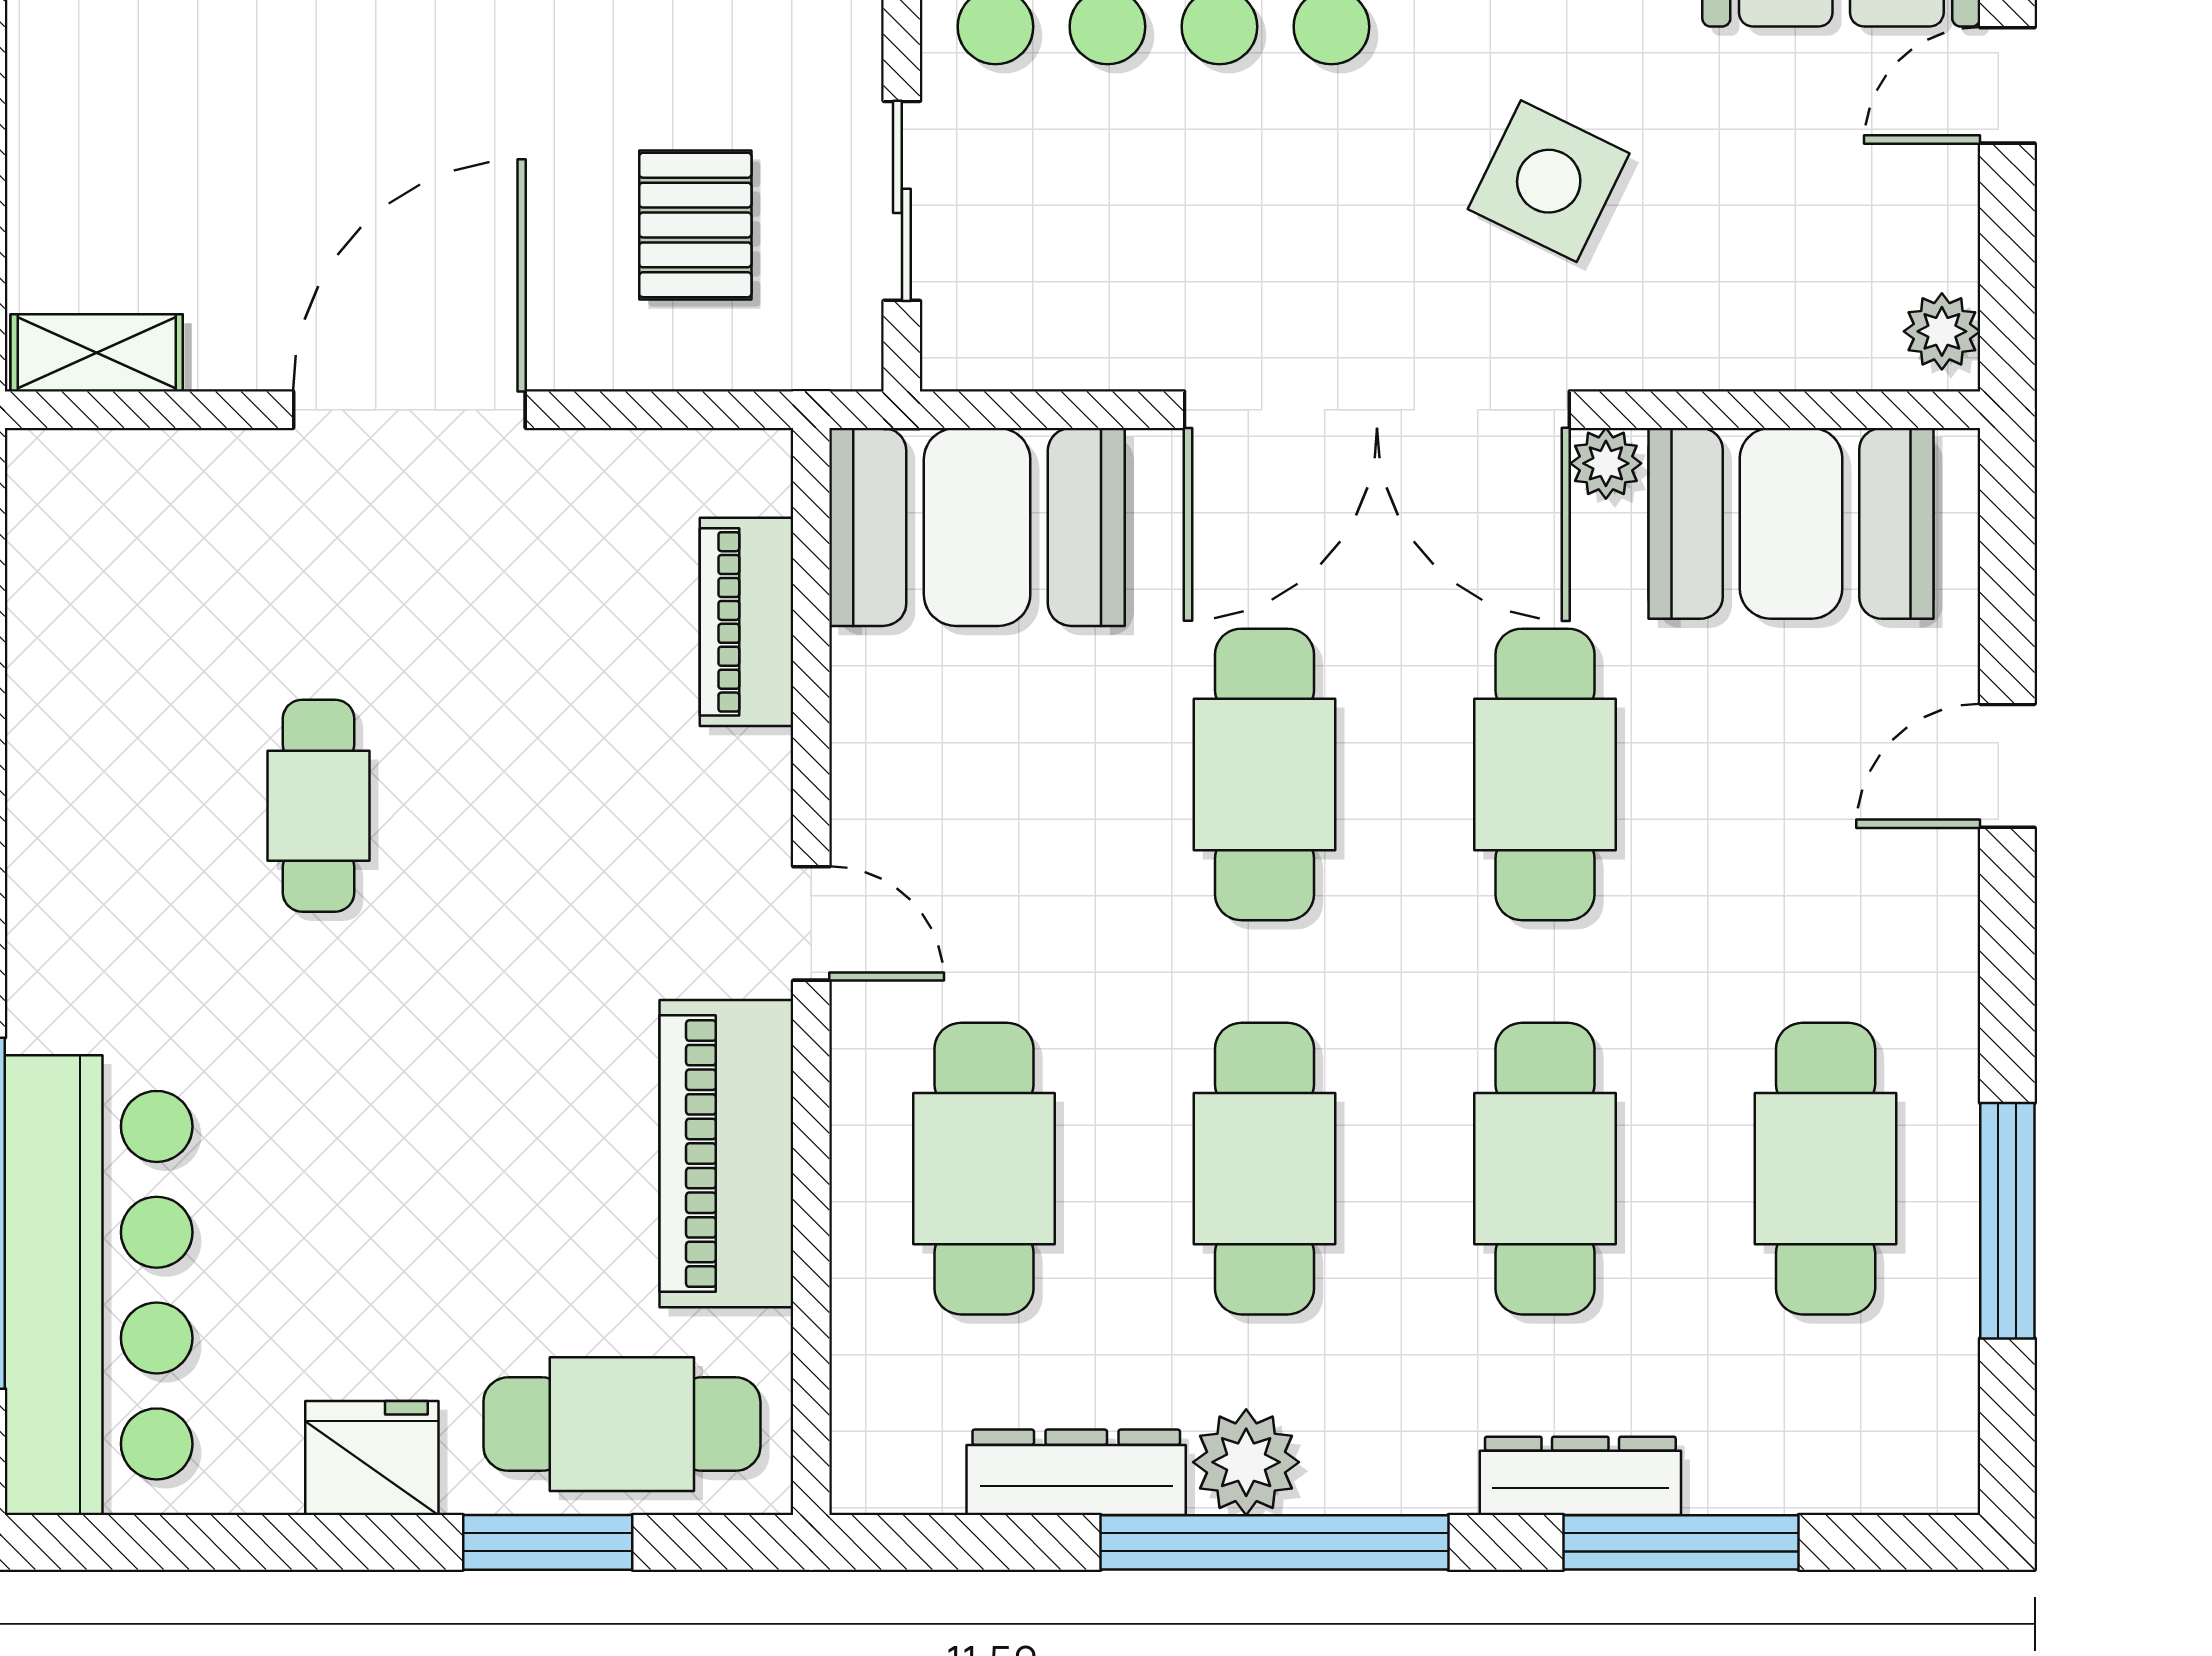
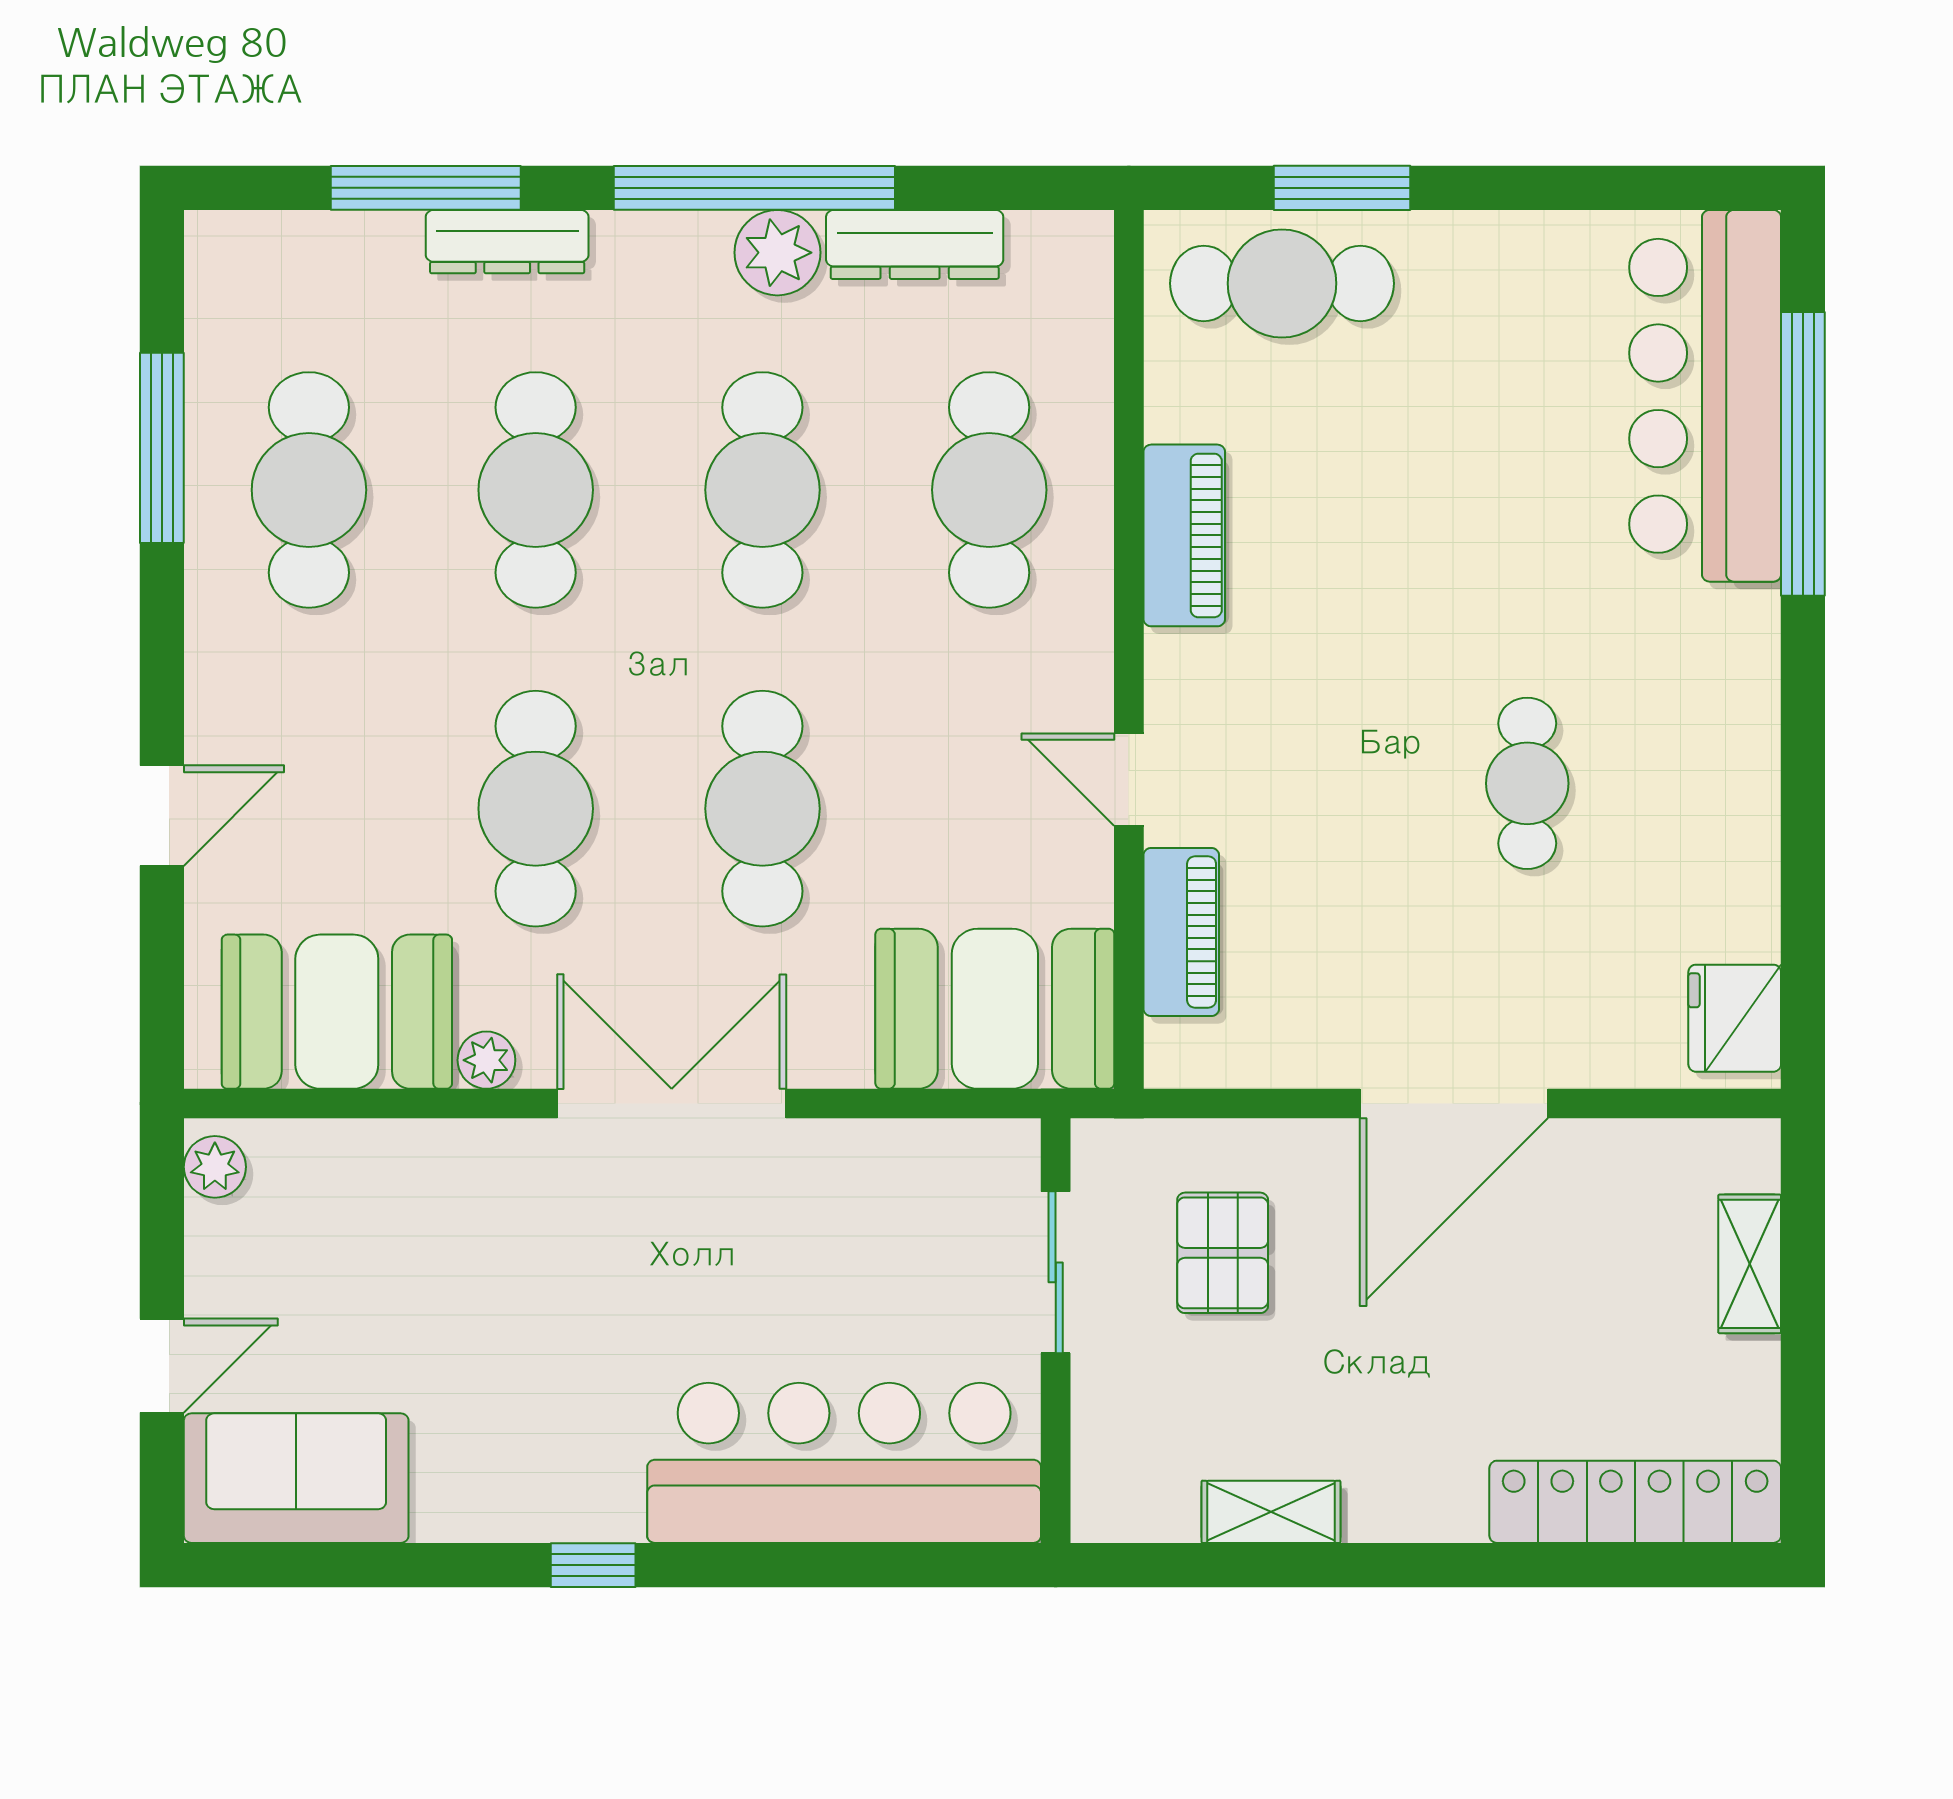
side table: (1549, 181) -> (533, 1288), removed
shelving: (97, 353) -> (1750, 1264), moved, turned 90
double door: (1377, 410) -> (672, 1104), width x0.73
door: (811, 923) -> (1129, 780), moved
piano: (726, 1154) -> (1184, 535), width x0.73, depth x0.75
fridge: (372, 1458) -> (1735, 1018), moved, turned 90

